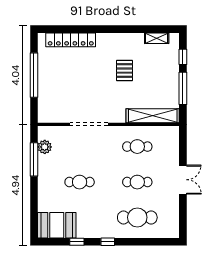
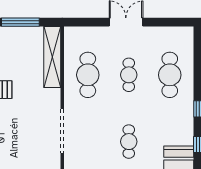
cafe table: (137, 147) -> (88, 75), width x1.37, depth x1.35

